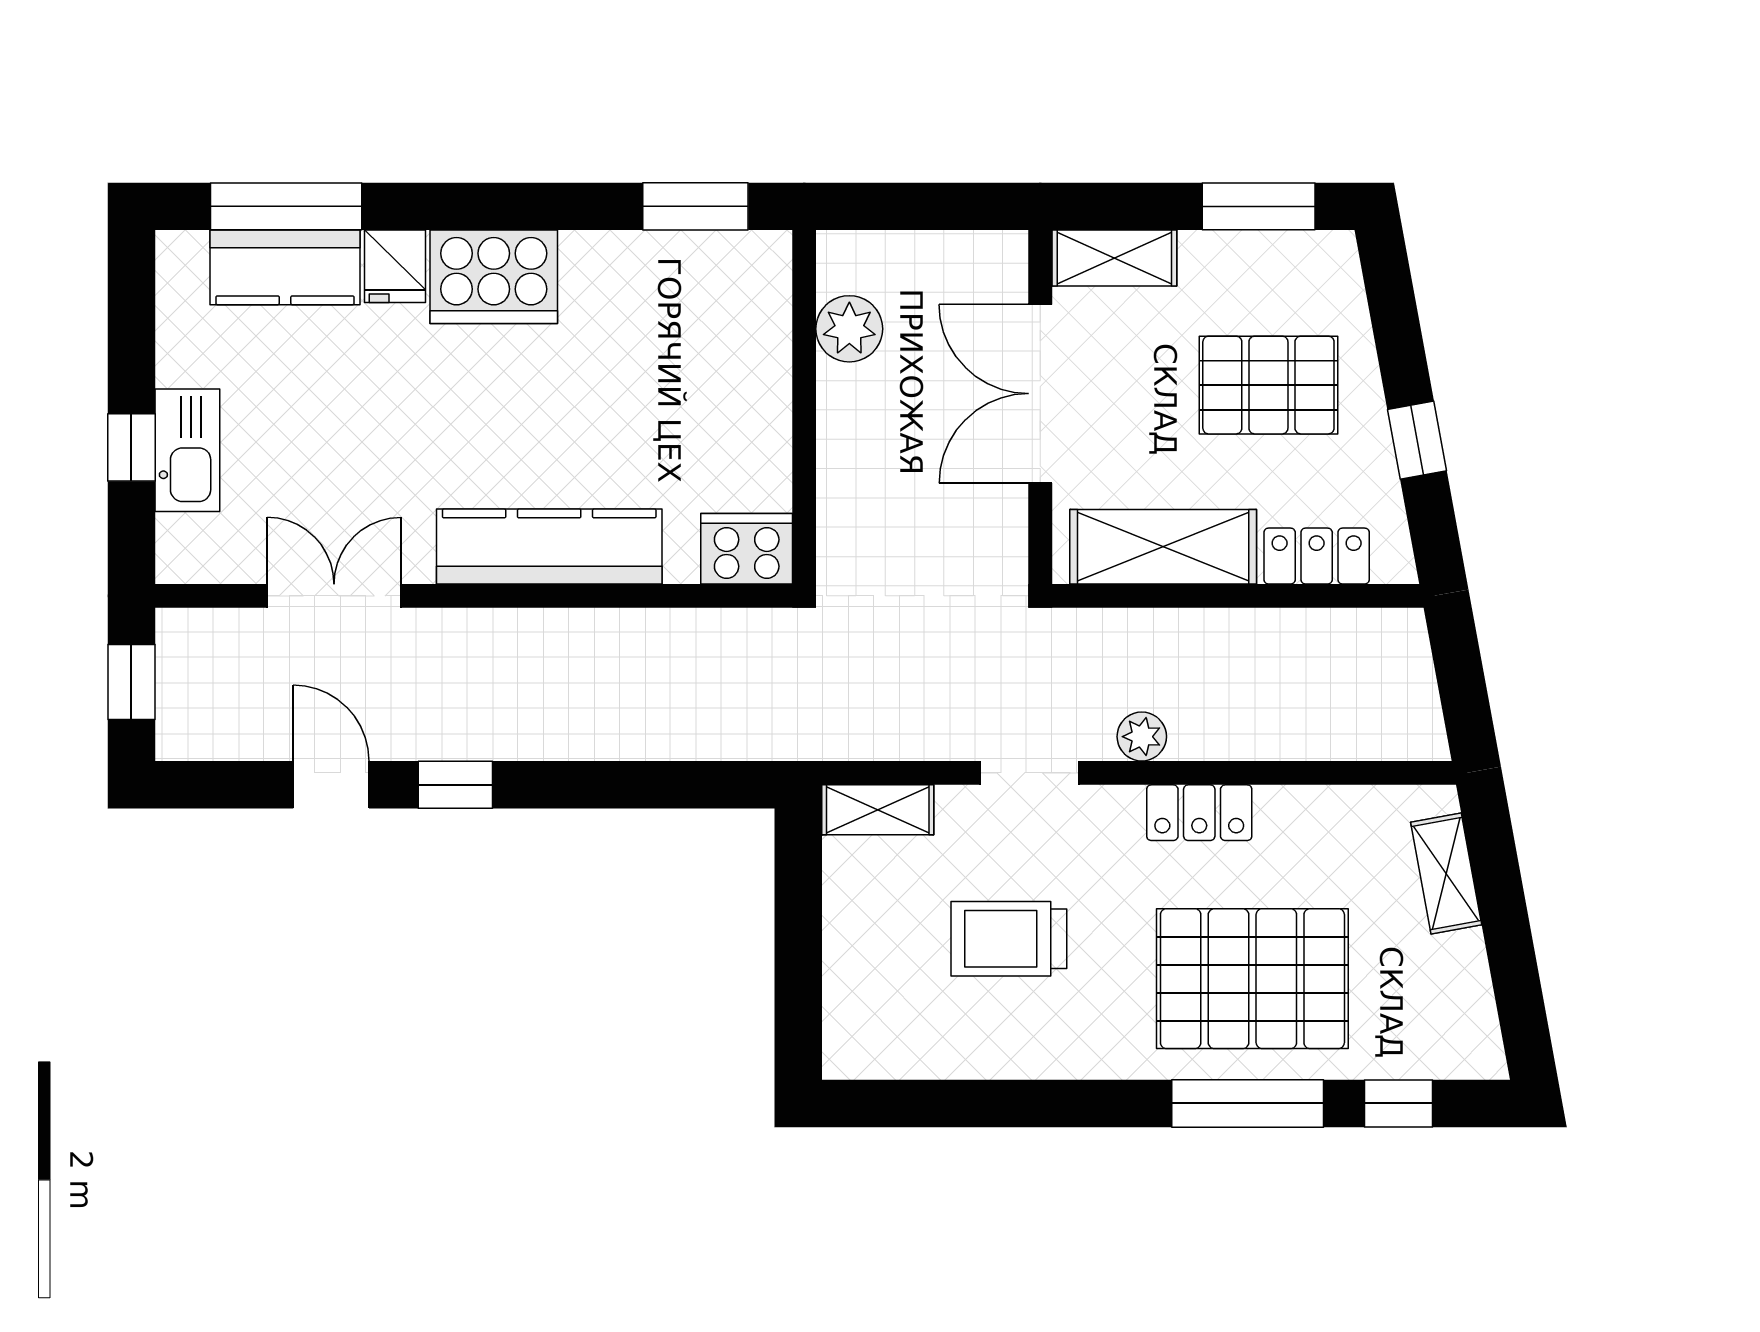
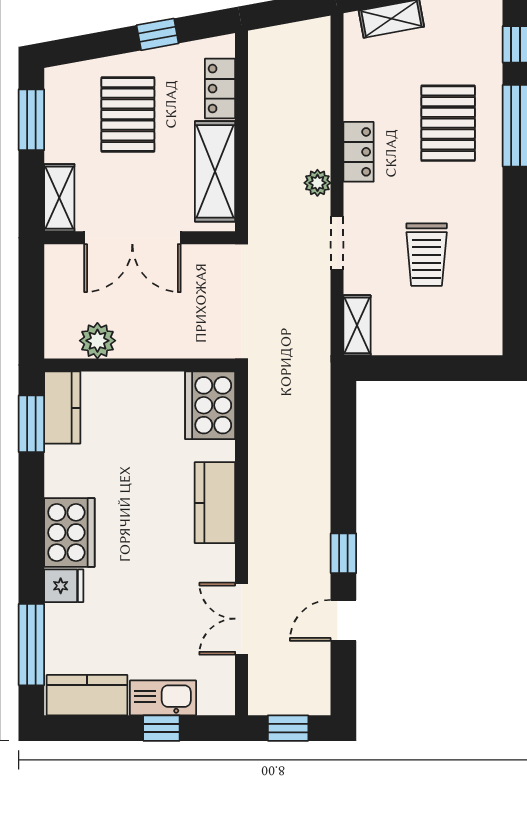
kitchen counter: (725, 263) -> (62, 408), added
kitchen counter: (285, 267) -> (87, 695), moved, turned -90
kitchen counter: (549, 547) -> (215, 503), width x0.67
cooker: (747, 549) -> (210, 405), width x1.37, depth x1.31
pallet: (1252, 979) -> (448, 123), width x0.73, depth x0.71

